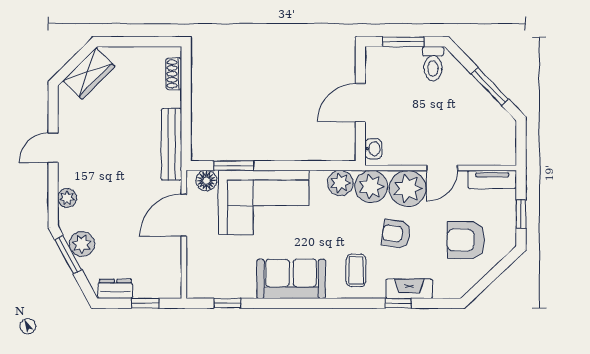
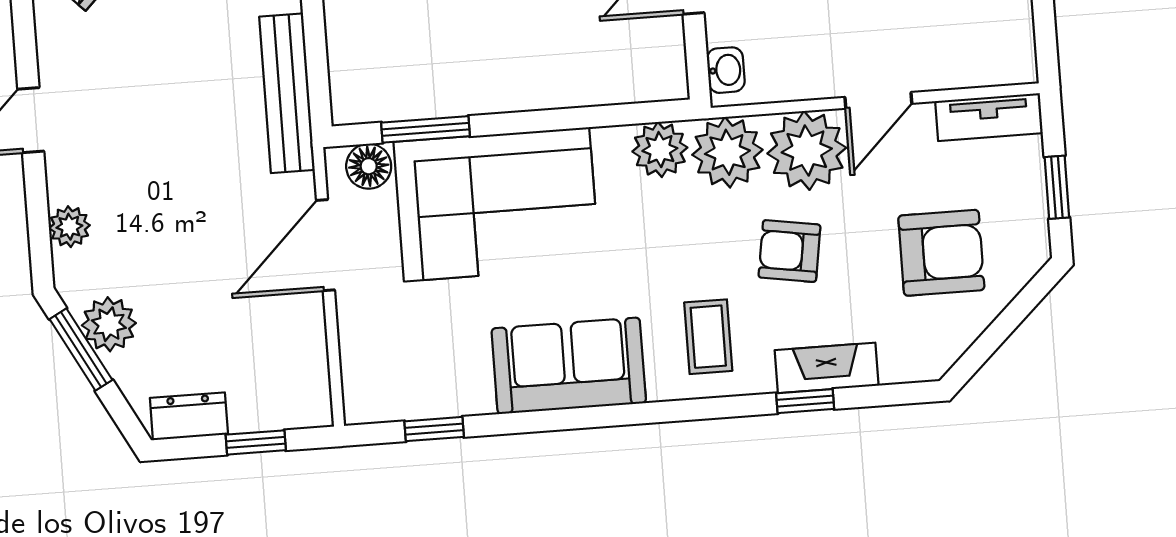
armchair: (466, 240) -> (941, 253), turned 180

